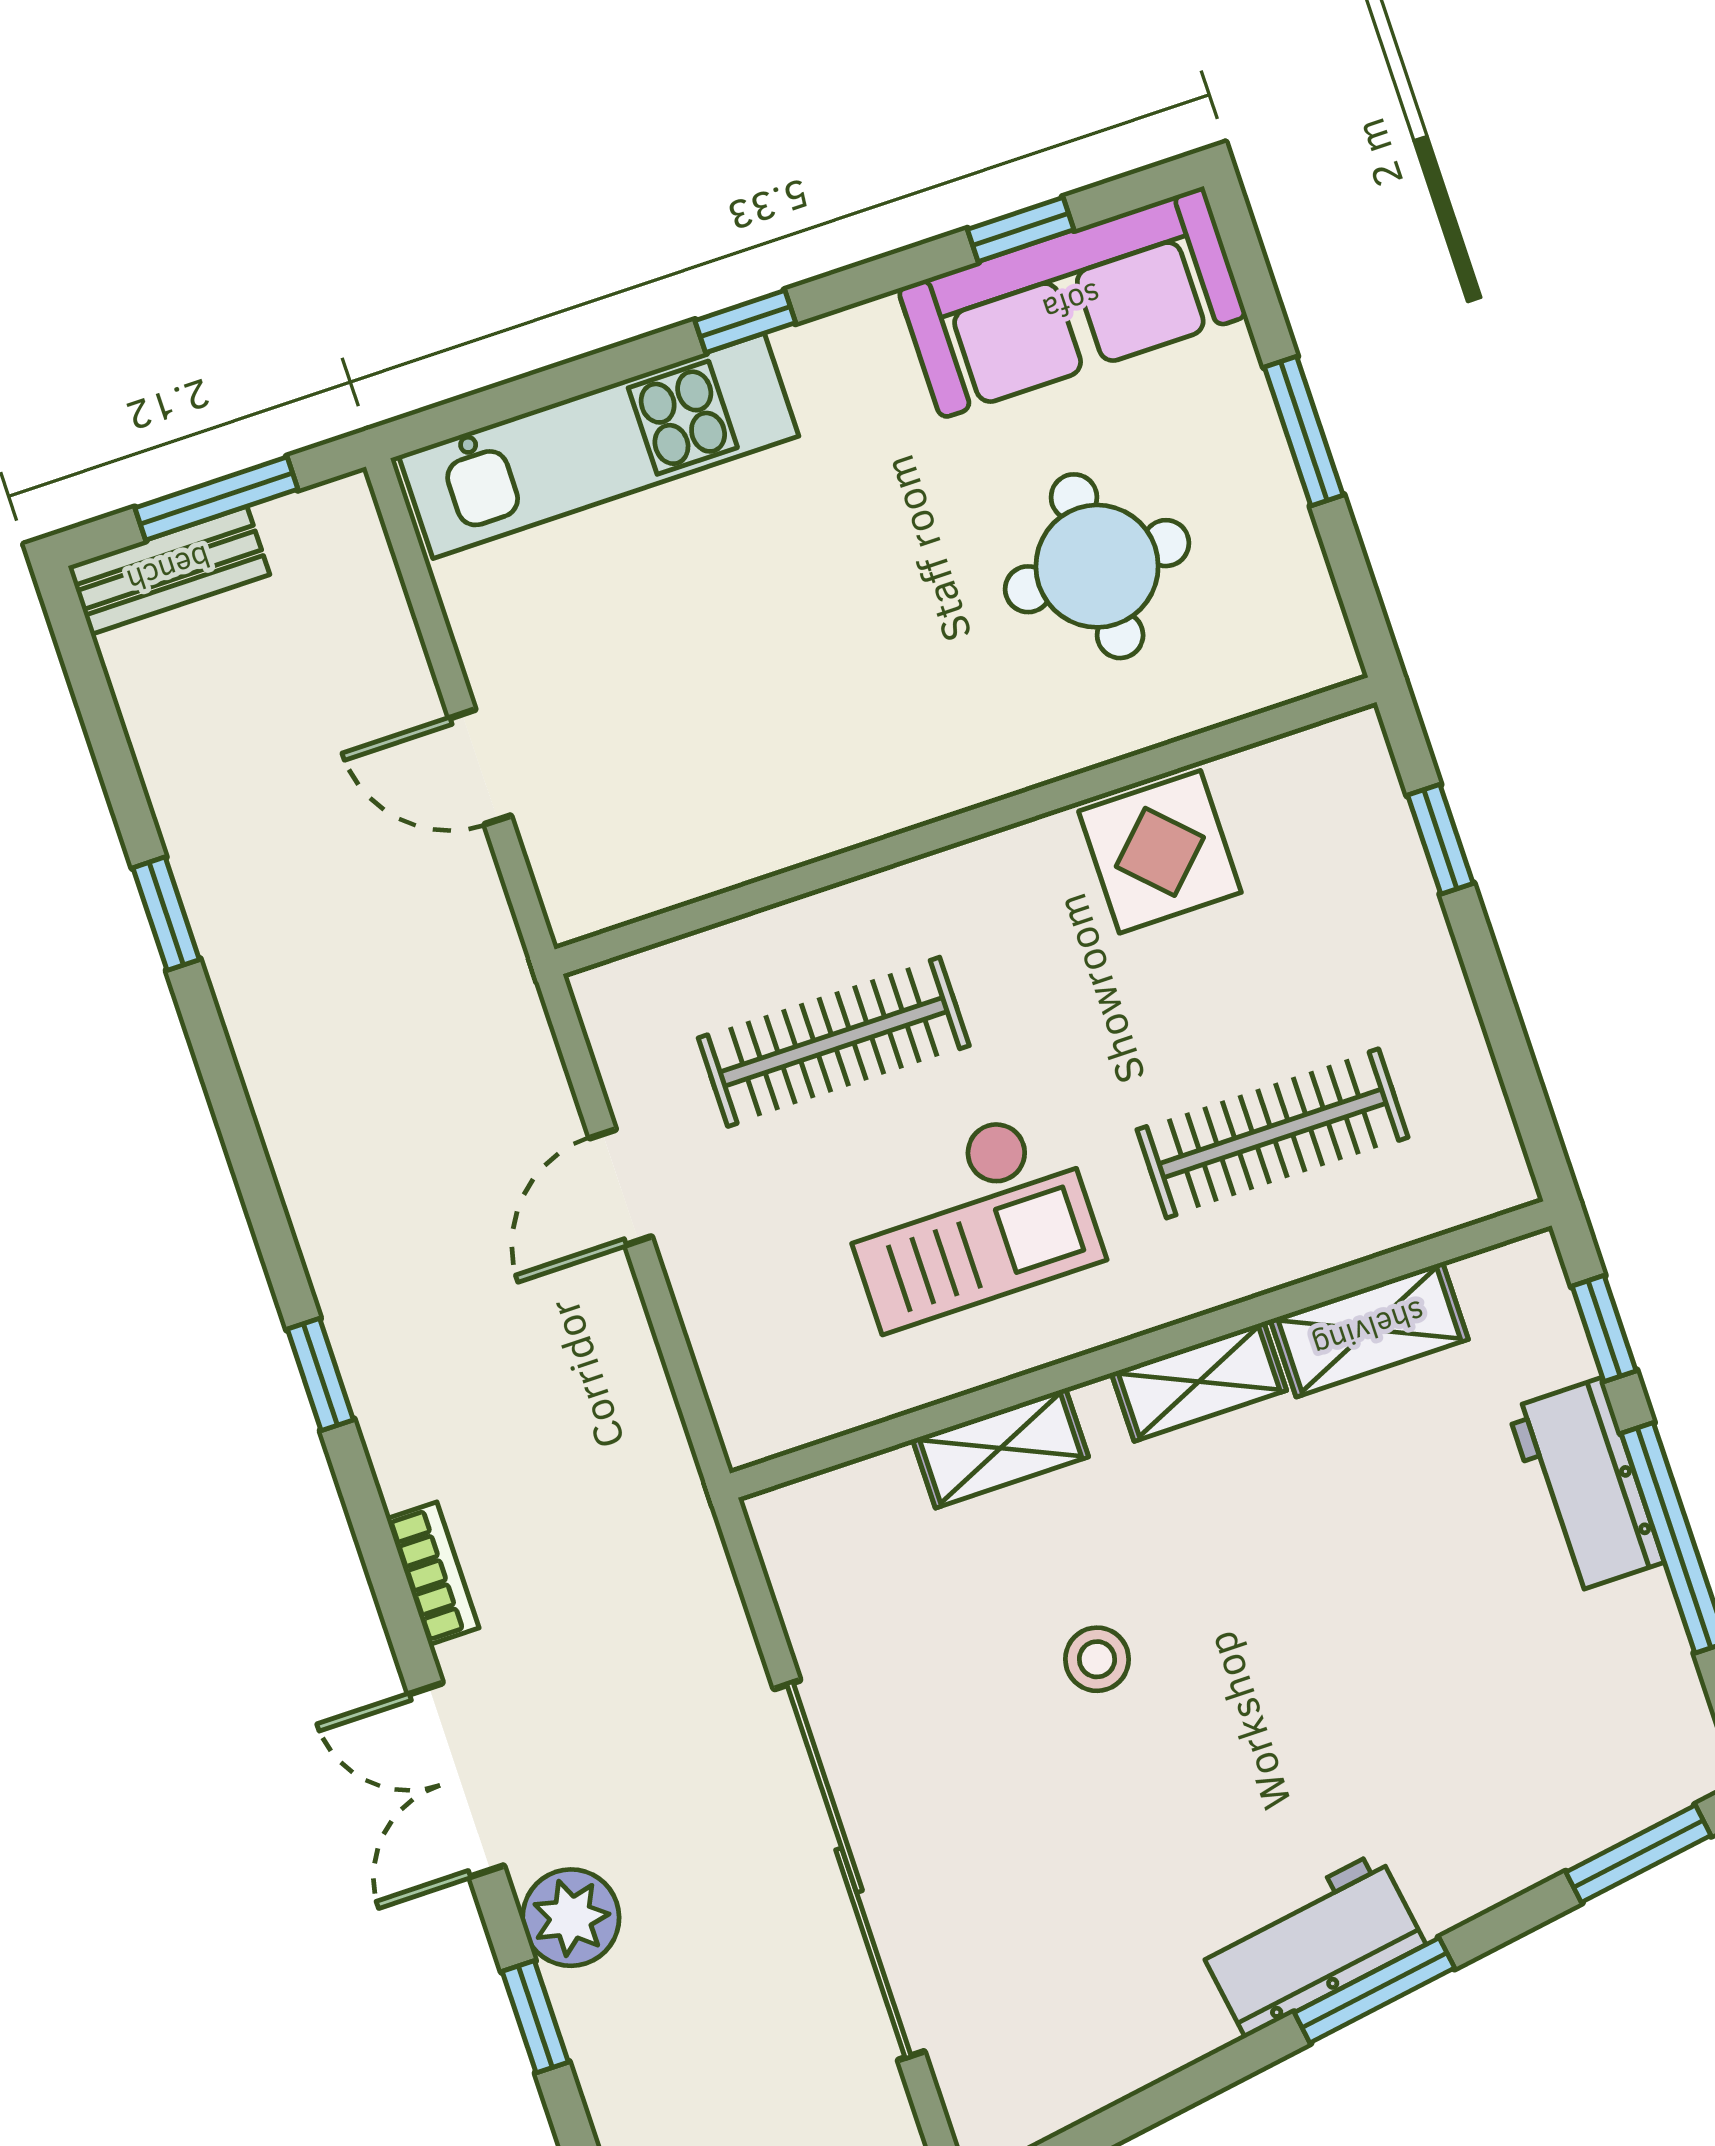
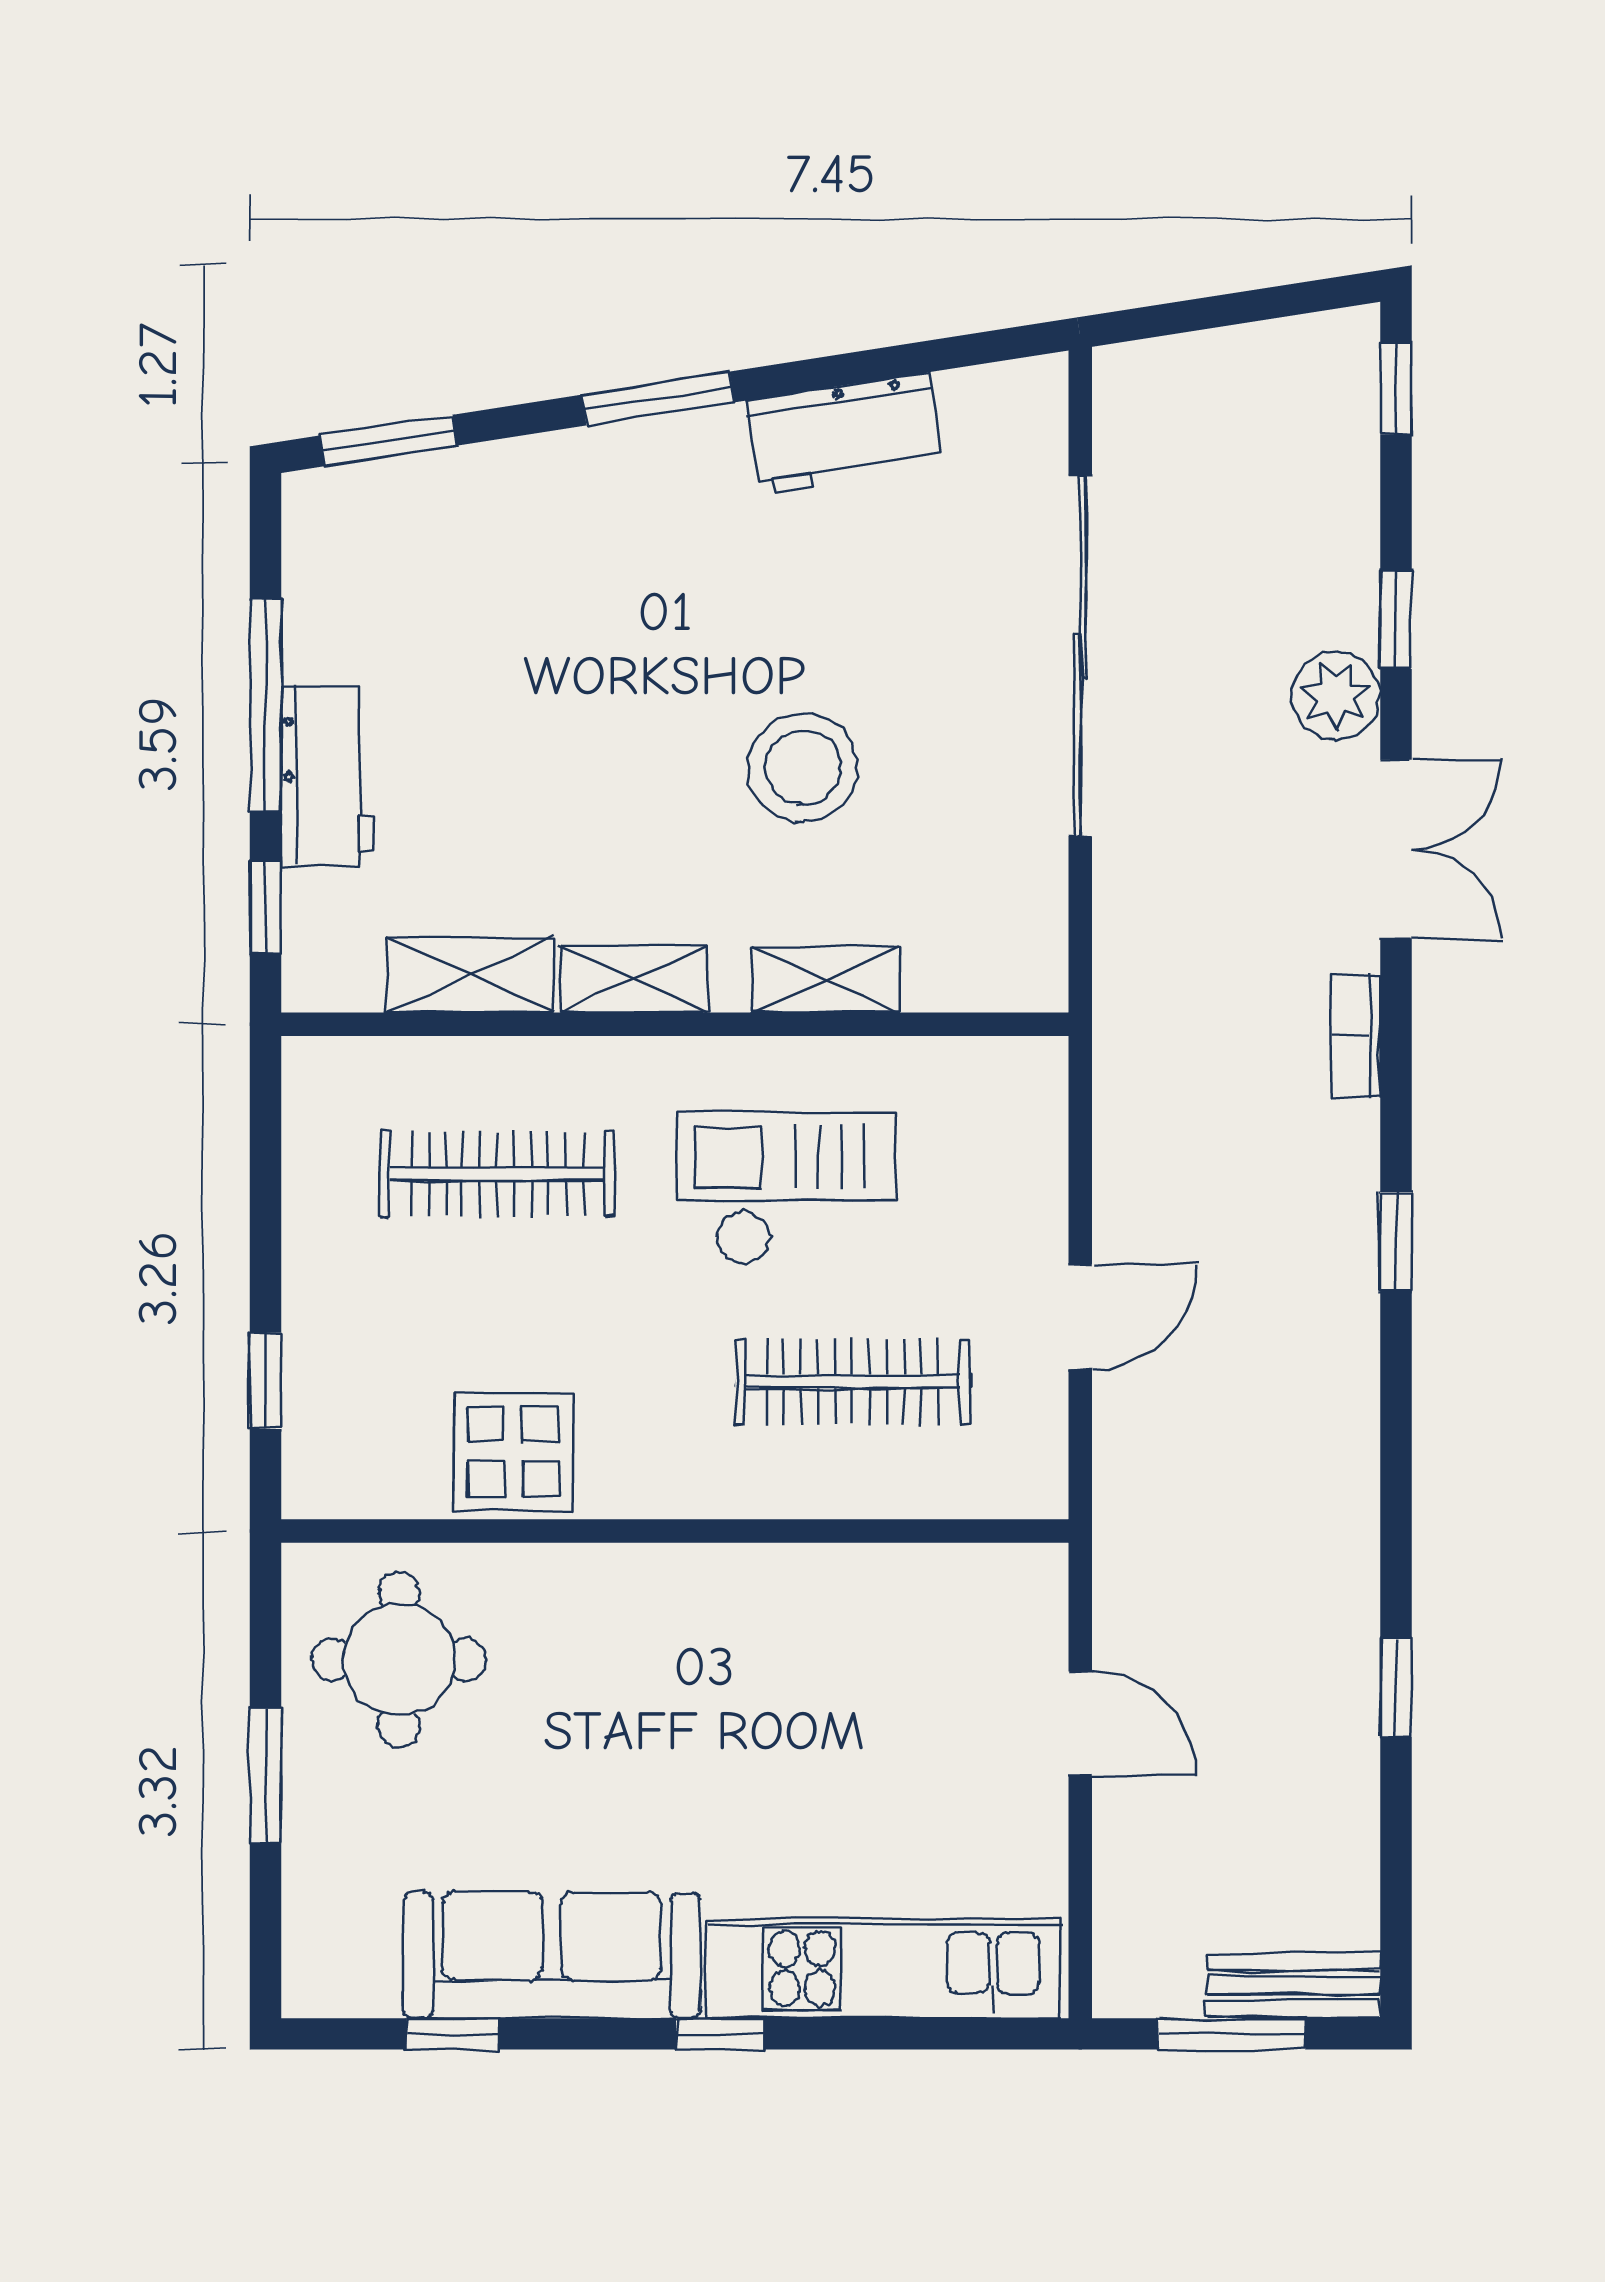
sofa: (1072, 303) -> (552, 1955), moved
round table: (1097, 566) -> (399, 1660), moved
stool: (1097, 1659) -> (803, 767), width x1.89, depth x1.89
workbench: (1311, 1945) -> (845, 434), moved

